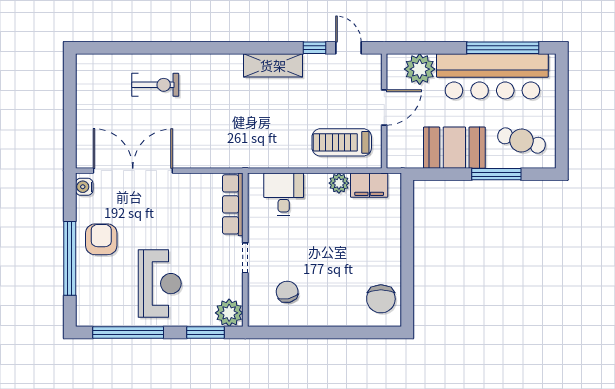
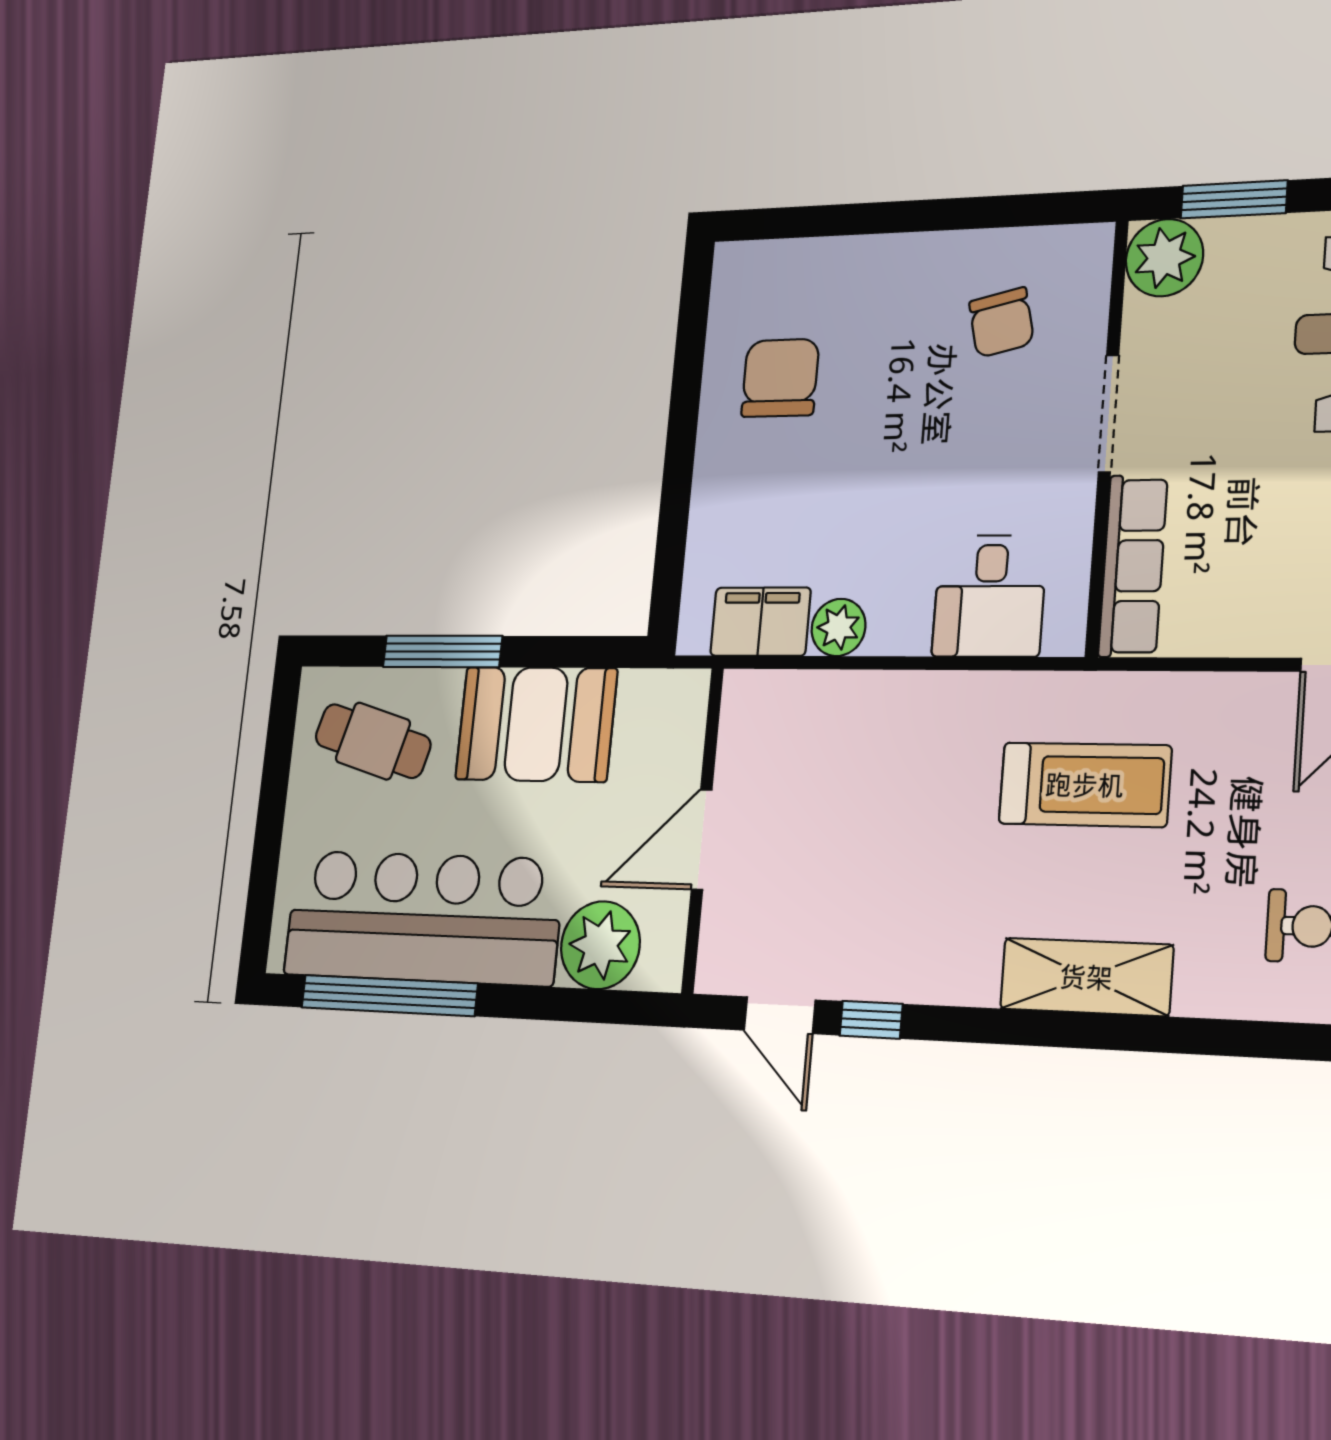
shelving: (273, 65) -> (1086, 977), moved
treadmill: (342, 142) -> (1085, 785), moved
doorway: (245, 258) -> (1109, 414), width x1.38
chair: (381, 299) -> (780, 378), moved

